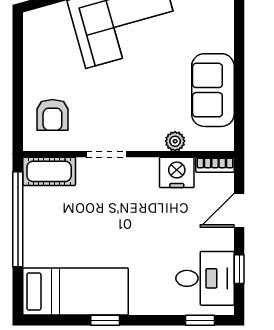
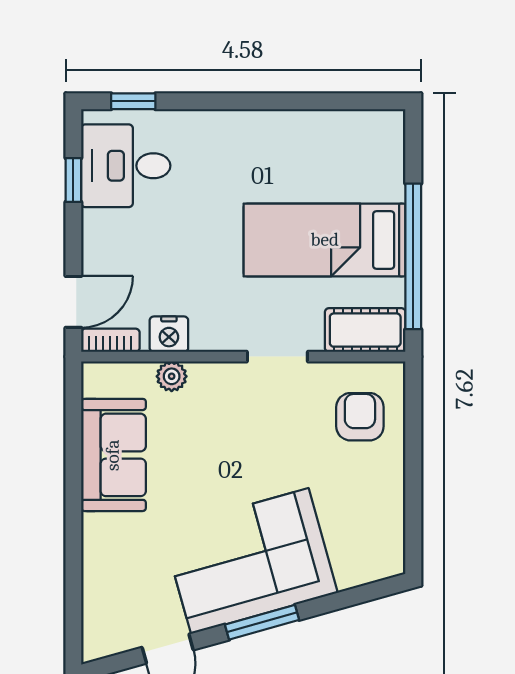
nightstand: (177, 172) -> (169, 334), width x0.74, depth x0.75
door: (239, 210) -> (73, 302), moved
bed: (76, 292) -> (325, 240), moved
window: (105, 320) -> (279, 101), removed

